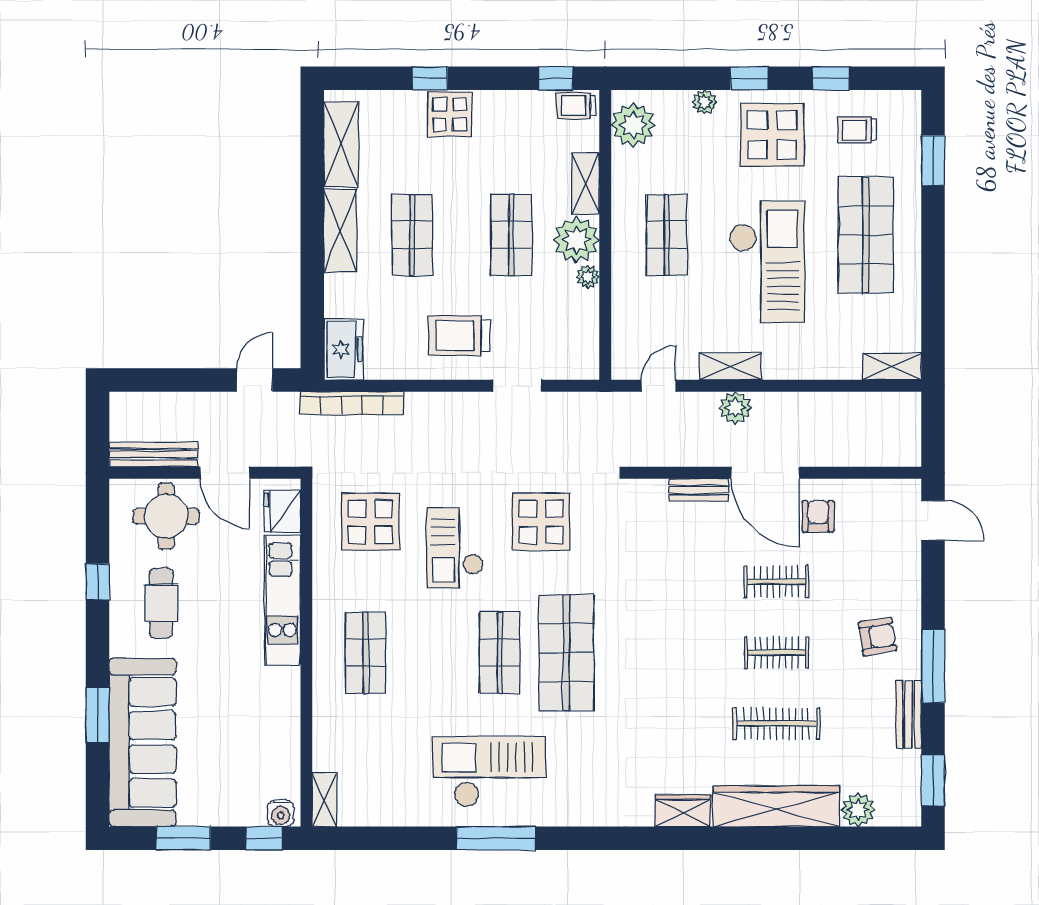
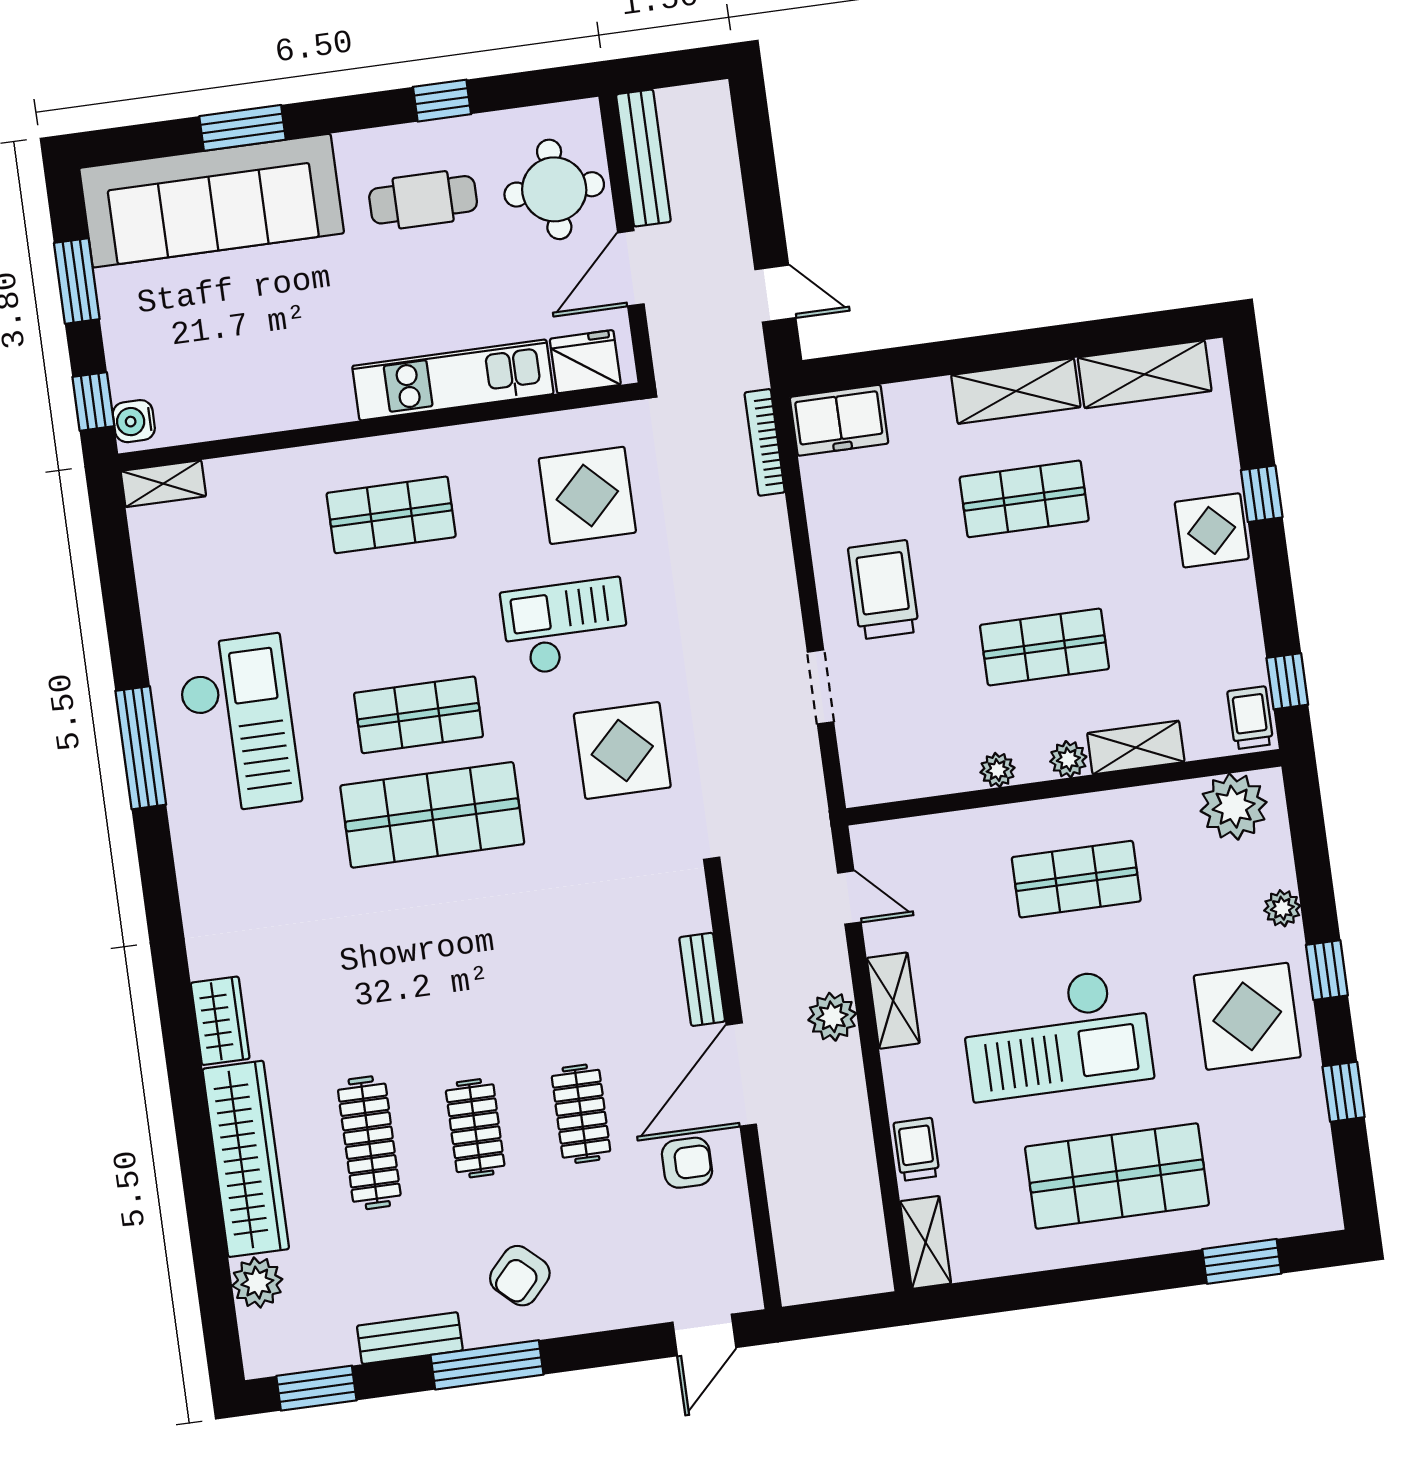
trolley: (857, 130) -> (917, 1149), moved
plant: (576, 240) -> (1068, 759), width x0.53, depth x0.53
bookcase: (351, 403) -> (765, 442), width x0.68, depth x0.76
armchair: (877, 637) -> (520, 1276), turned 52

